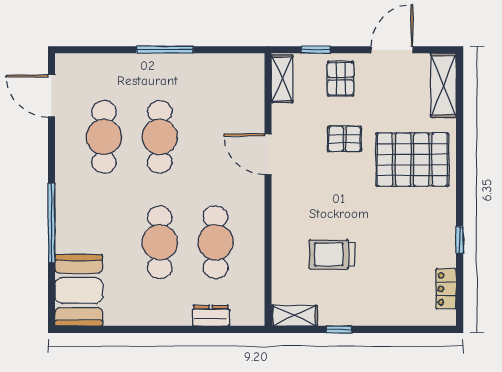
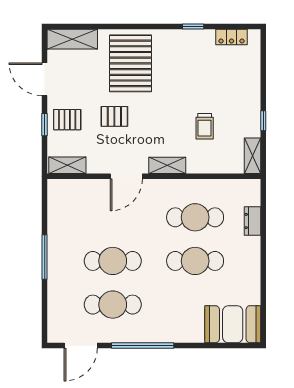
window: (316, 50) -> (45, 125), moved
pallet: (345, 139) -> (114, 116), turned 90
shelving: (282, 207) -> (167, 165), added
window: (51, 223) -> (143, 346), moved
trolley: (332, 254) -> (205, 126), width x0.73, depth x0.72

